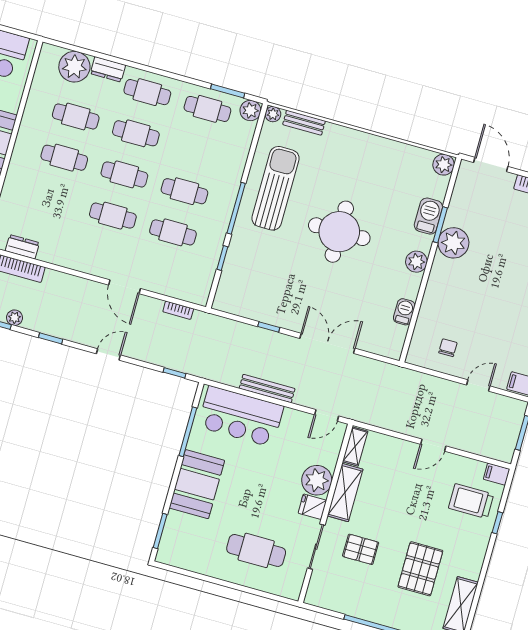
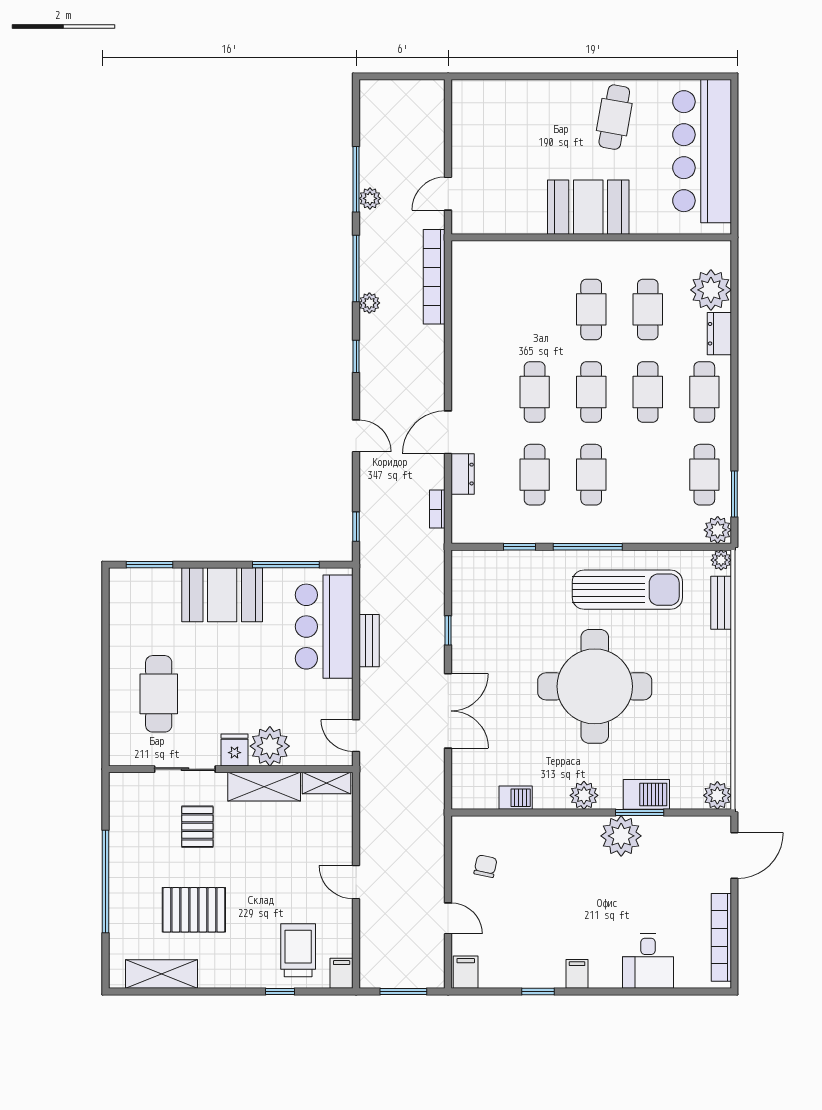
round table: (339, 232) -> (595, 686), width x1.36, depth x1.36
dresser: (22, 247) -> (463, 474), moved
chair: (448, 348) -> (485, 866), turned -78
bench: (267, 389) -> (369, 641), width x0.73

